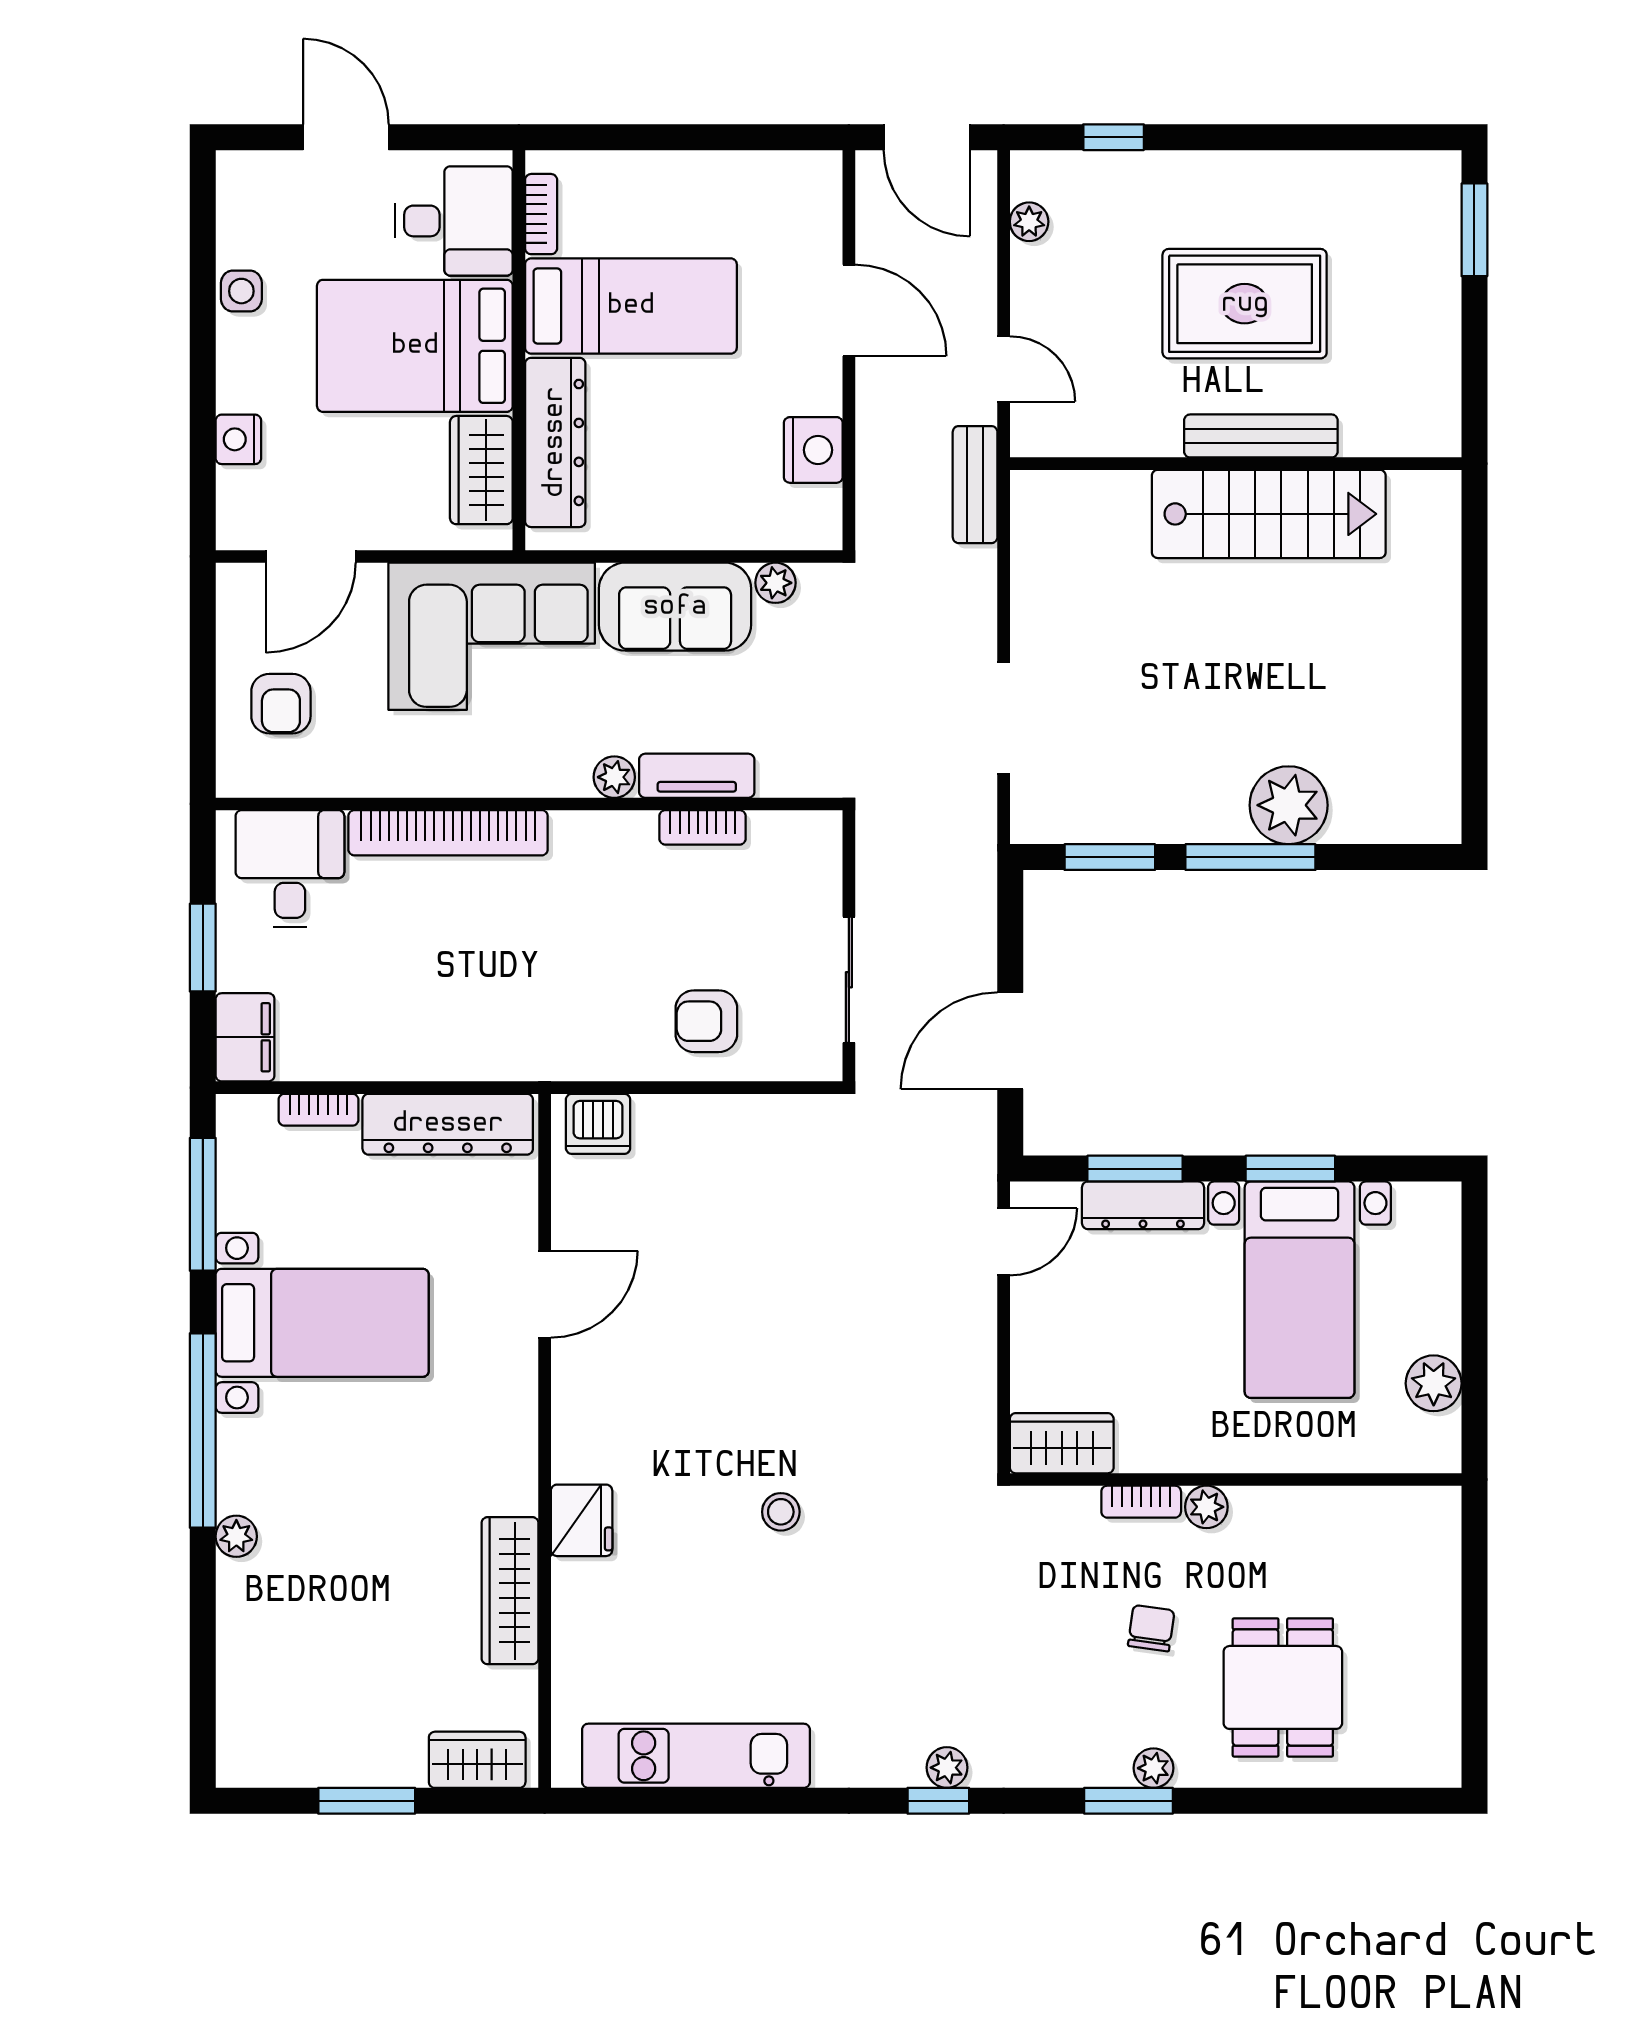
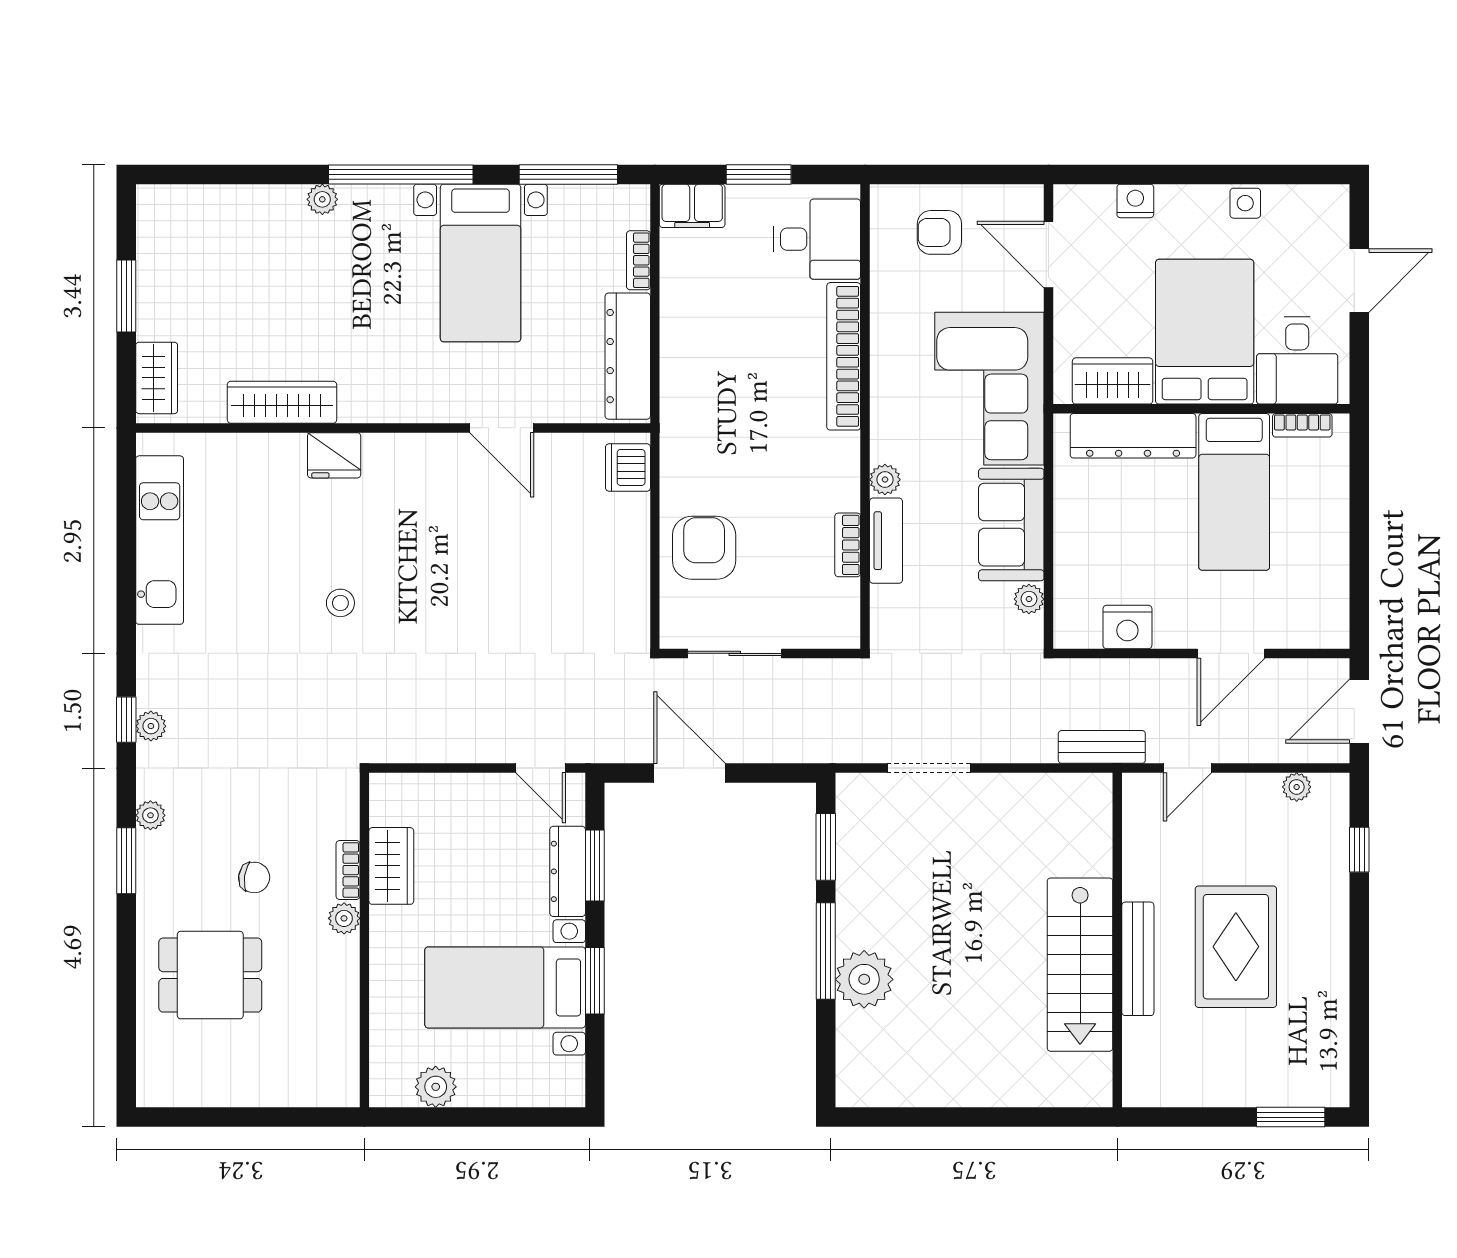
armchair: (706, 1021) -> (704, 548), width x1.38, depth x1.38
wardrobe: (1062, 1443) -> (391, 866), moved
plant: (1153, 1768) -> (150, 815), moved

